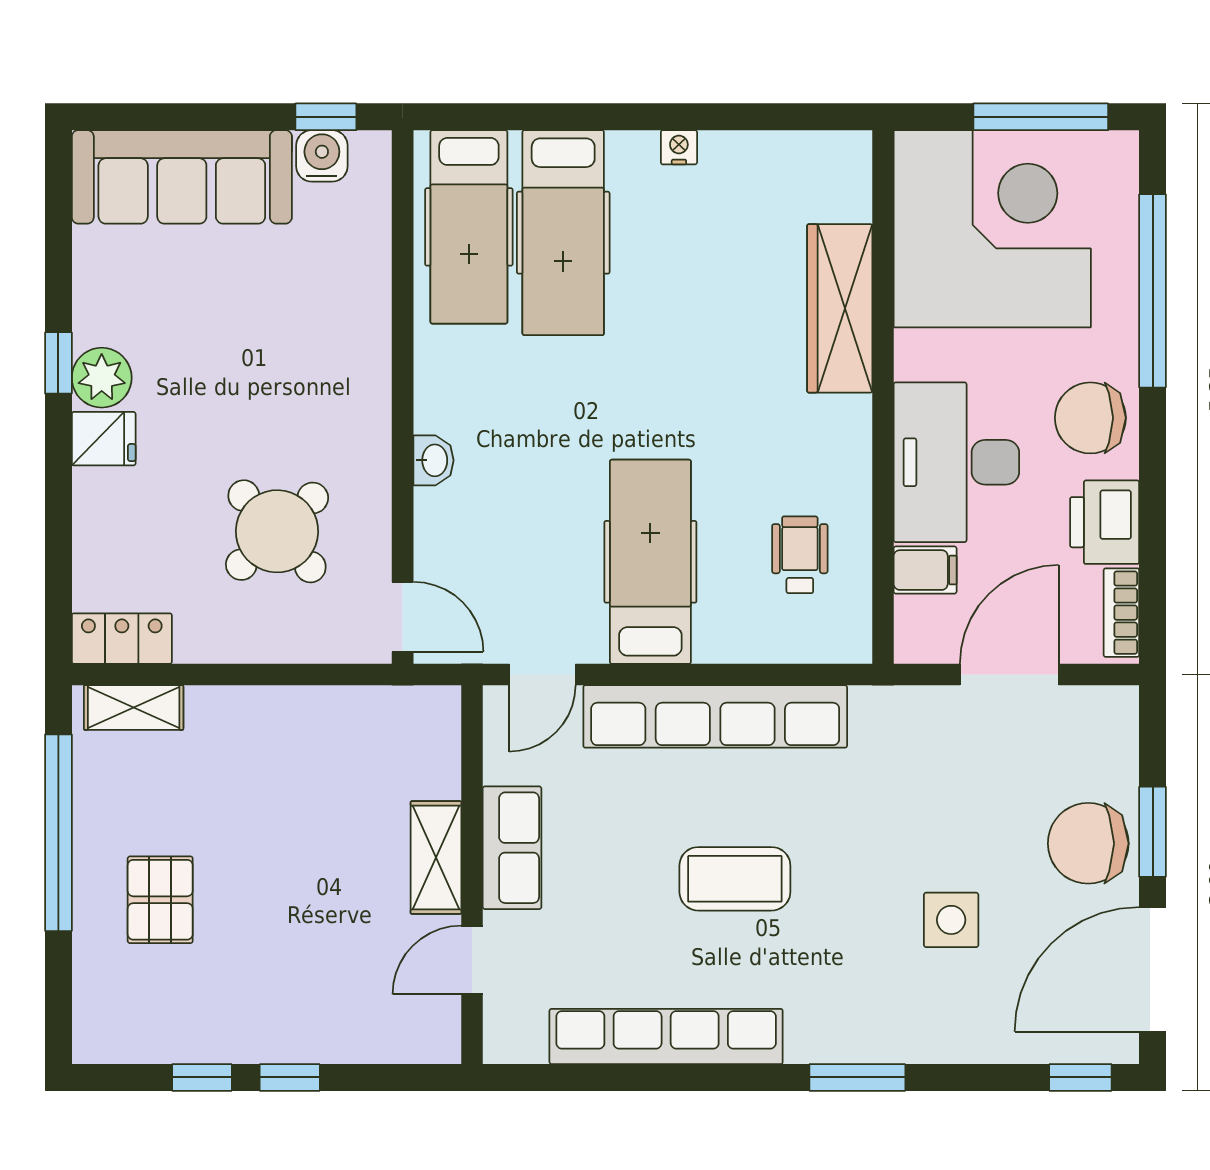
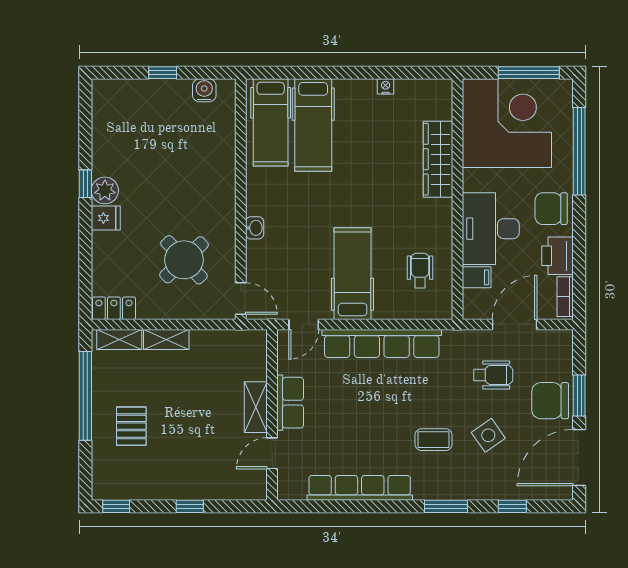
window: (326, 117) -> (163, 73), moved
nightstand: (679, 147) -> (386, 86), moved
sofa: (182, 177) -> (141, 100), removed
shelving: (238, 708) -> (166, 339), added
wheelchair: (962, 786) -> (493, 375), added
coffee table: (735, 879) -> (433, 440), moved, width x0.73, depth x0.77
side table: (951, 920) -> (488, 435), turned -35
window: (202, 1077) -> (116, 506), moved
window: (1080, 1077) -> (512, 506), moved

